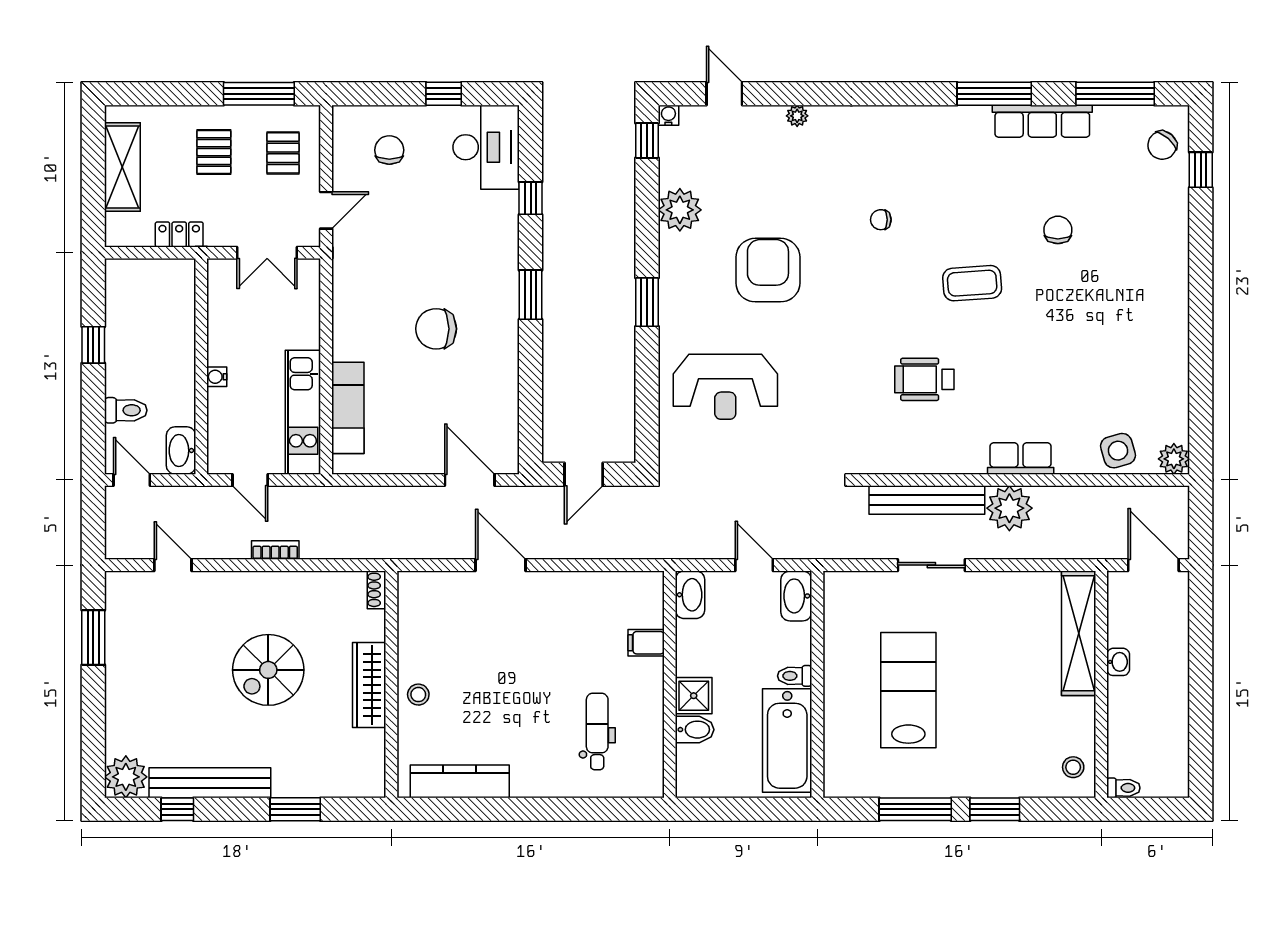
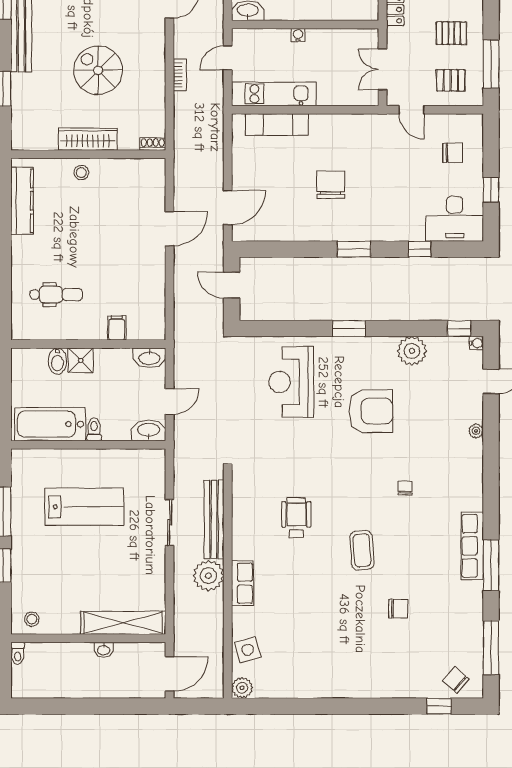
row of seats: (1042, 121) -> (472, 546), moved

